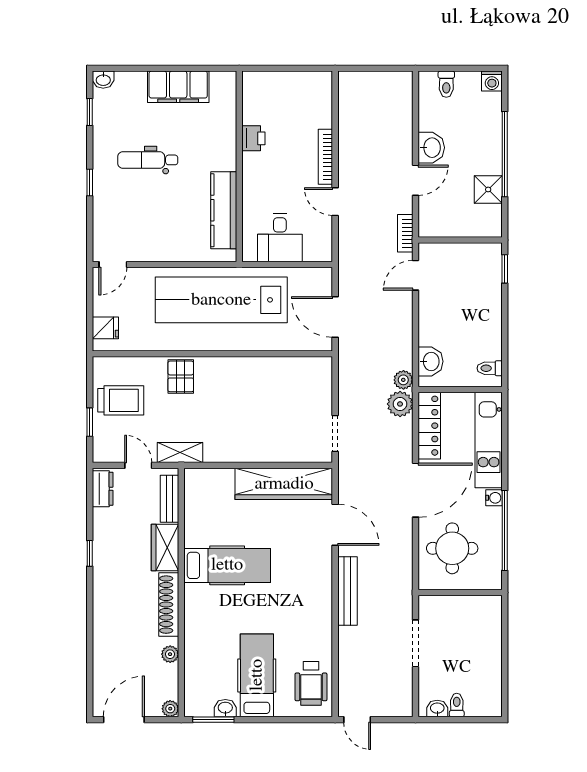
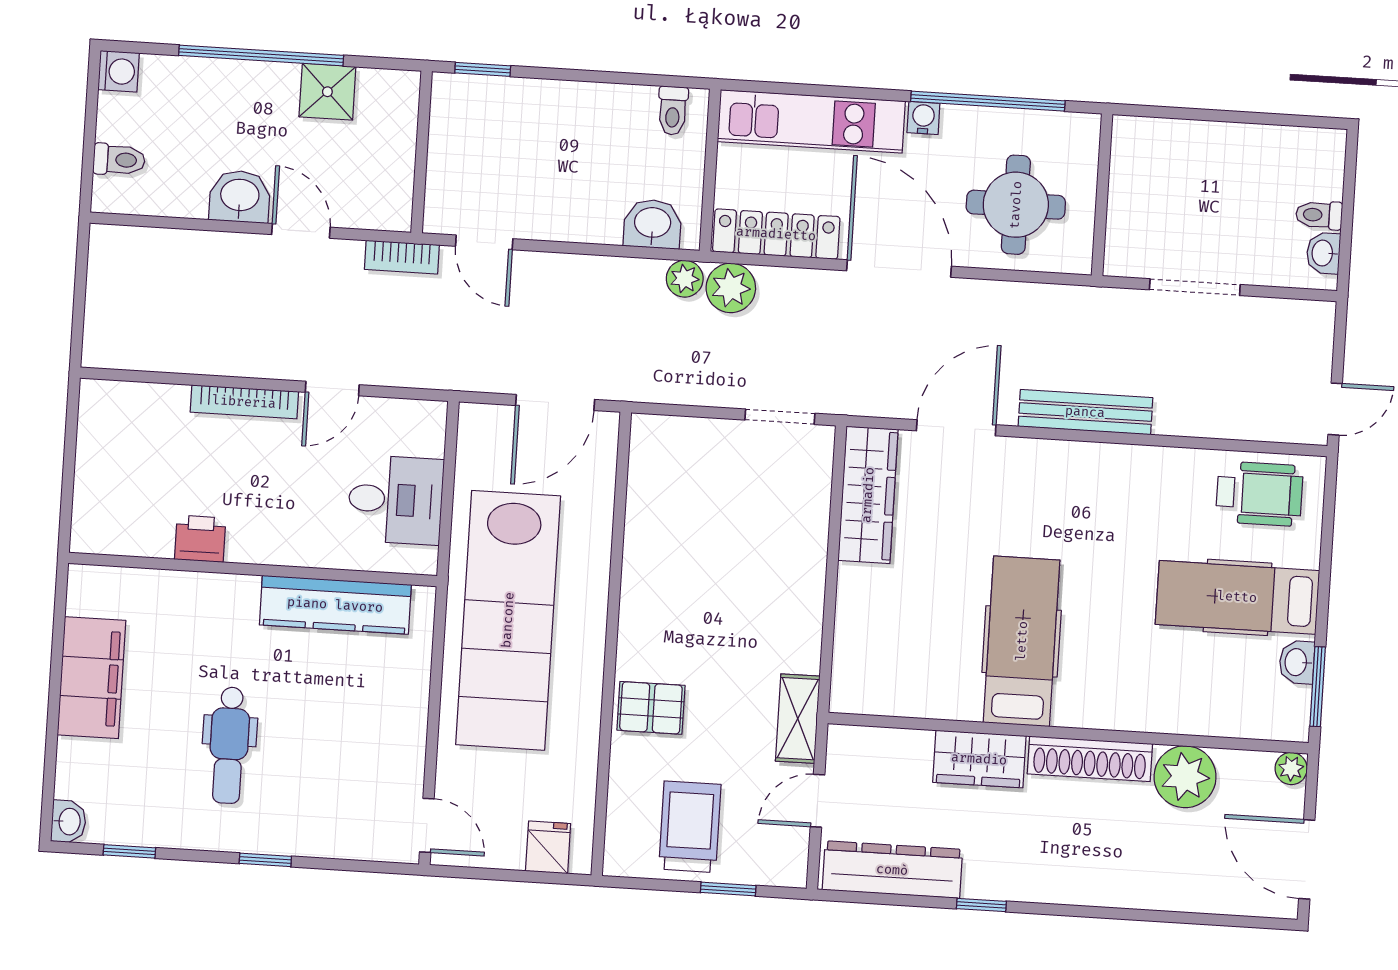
wardrobe: (284, 484) -> (868, 495), width x0.71, depth x0.85
dresser: (103, 489) -> (892, 870), width x1.96, depth x1.24
bench: (170, 499) -> (886, 744), removed
plant: (170, 654) -> (1185, 777), width x1.88, depth x1.88

